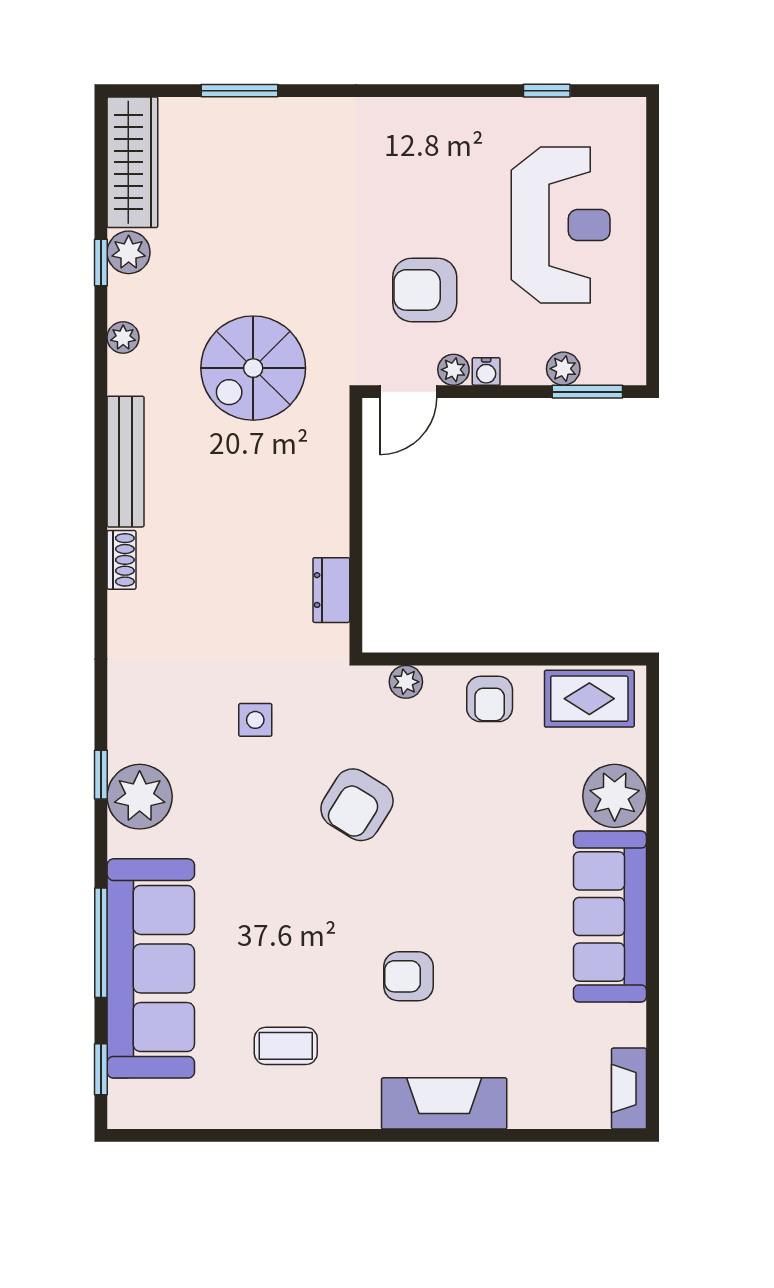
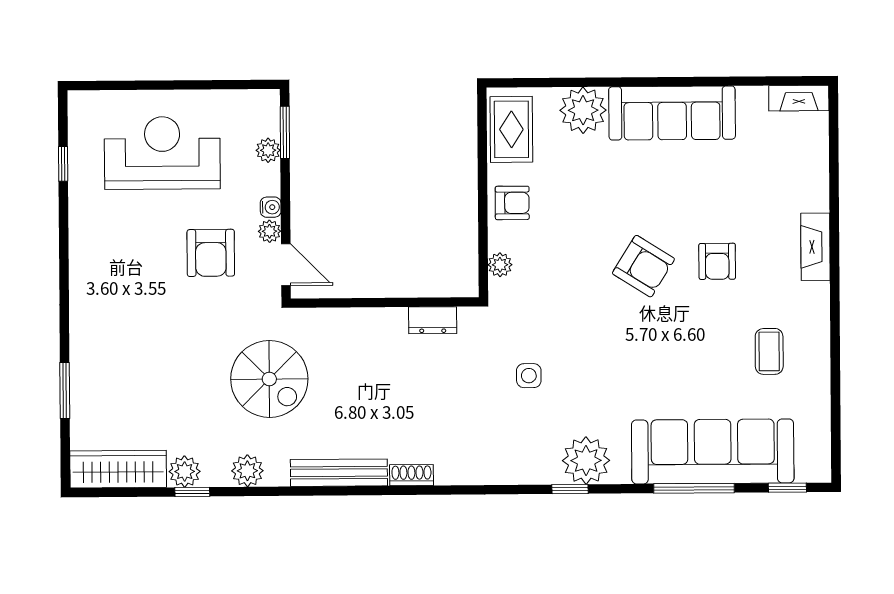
plant: (123, 338) -> (247, 471), width x1.38, depth x1.38
armchair: (357, 805) -> (643, 266), moved
fireplace: (444, 1103) -> (815, 247), width x0.73, depth x0.76

